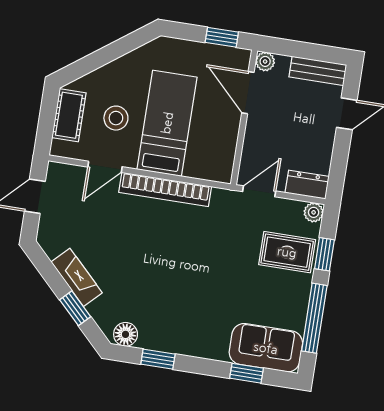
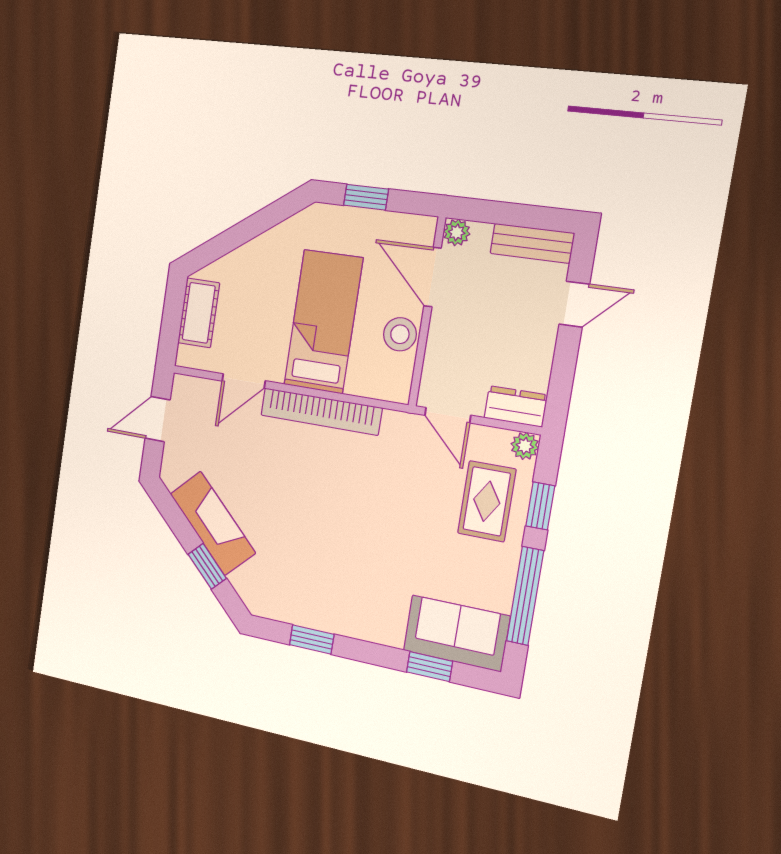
window: (222, 37) -> (366, 197), moved
stool: (116, 118) -> (400, 334), moved
door: (259, 191) -> (448, 415), swing flipped
rug: (287, 252) -> (487, 501), turned 90
fireplace: (77, 277) -> (213, 523), width x1.37, depth x1.32
floor lamp: (126, 334) -> (270, 604), removed

